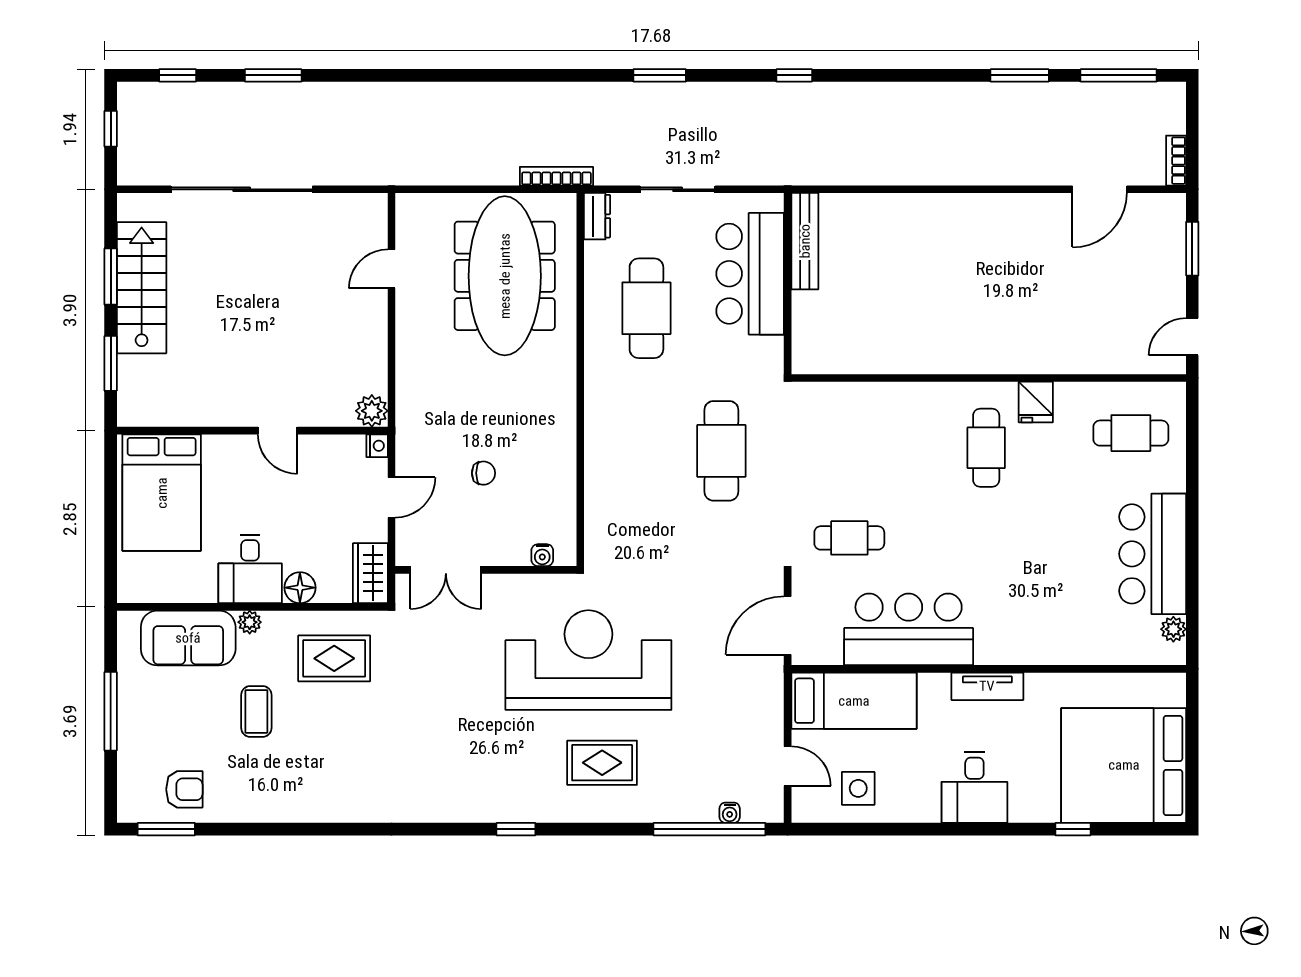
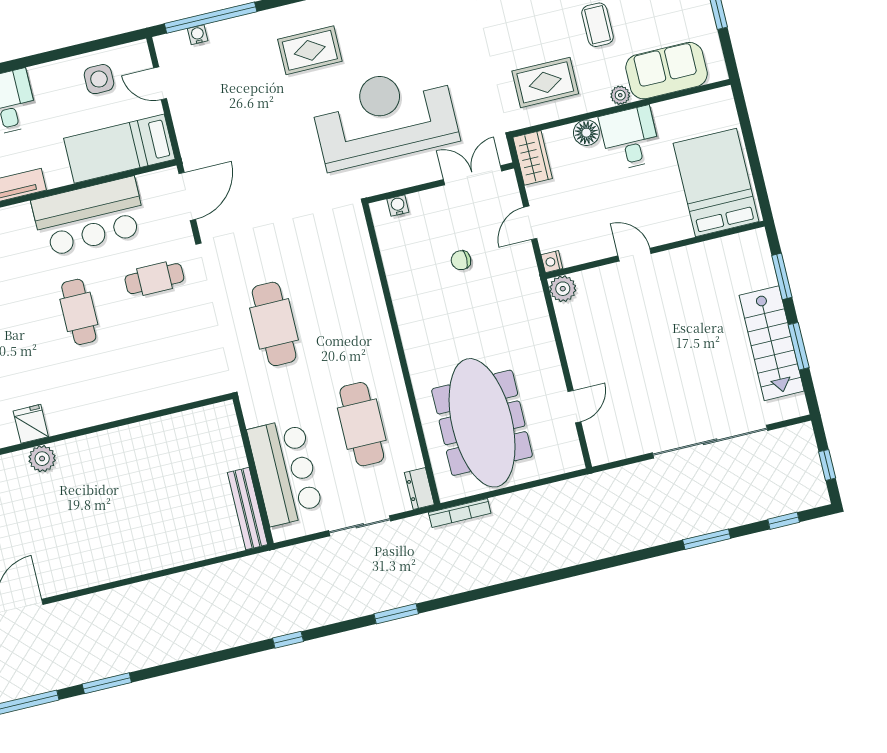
plant: (1032, 358) -> (42, 459), added
cafe table: (986, 448) -> (79, 312), moved
reception desk: (588, 660) -> (385, 117), moved, turned 180

